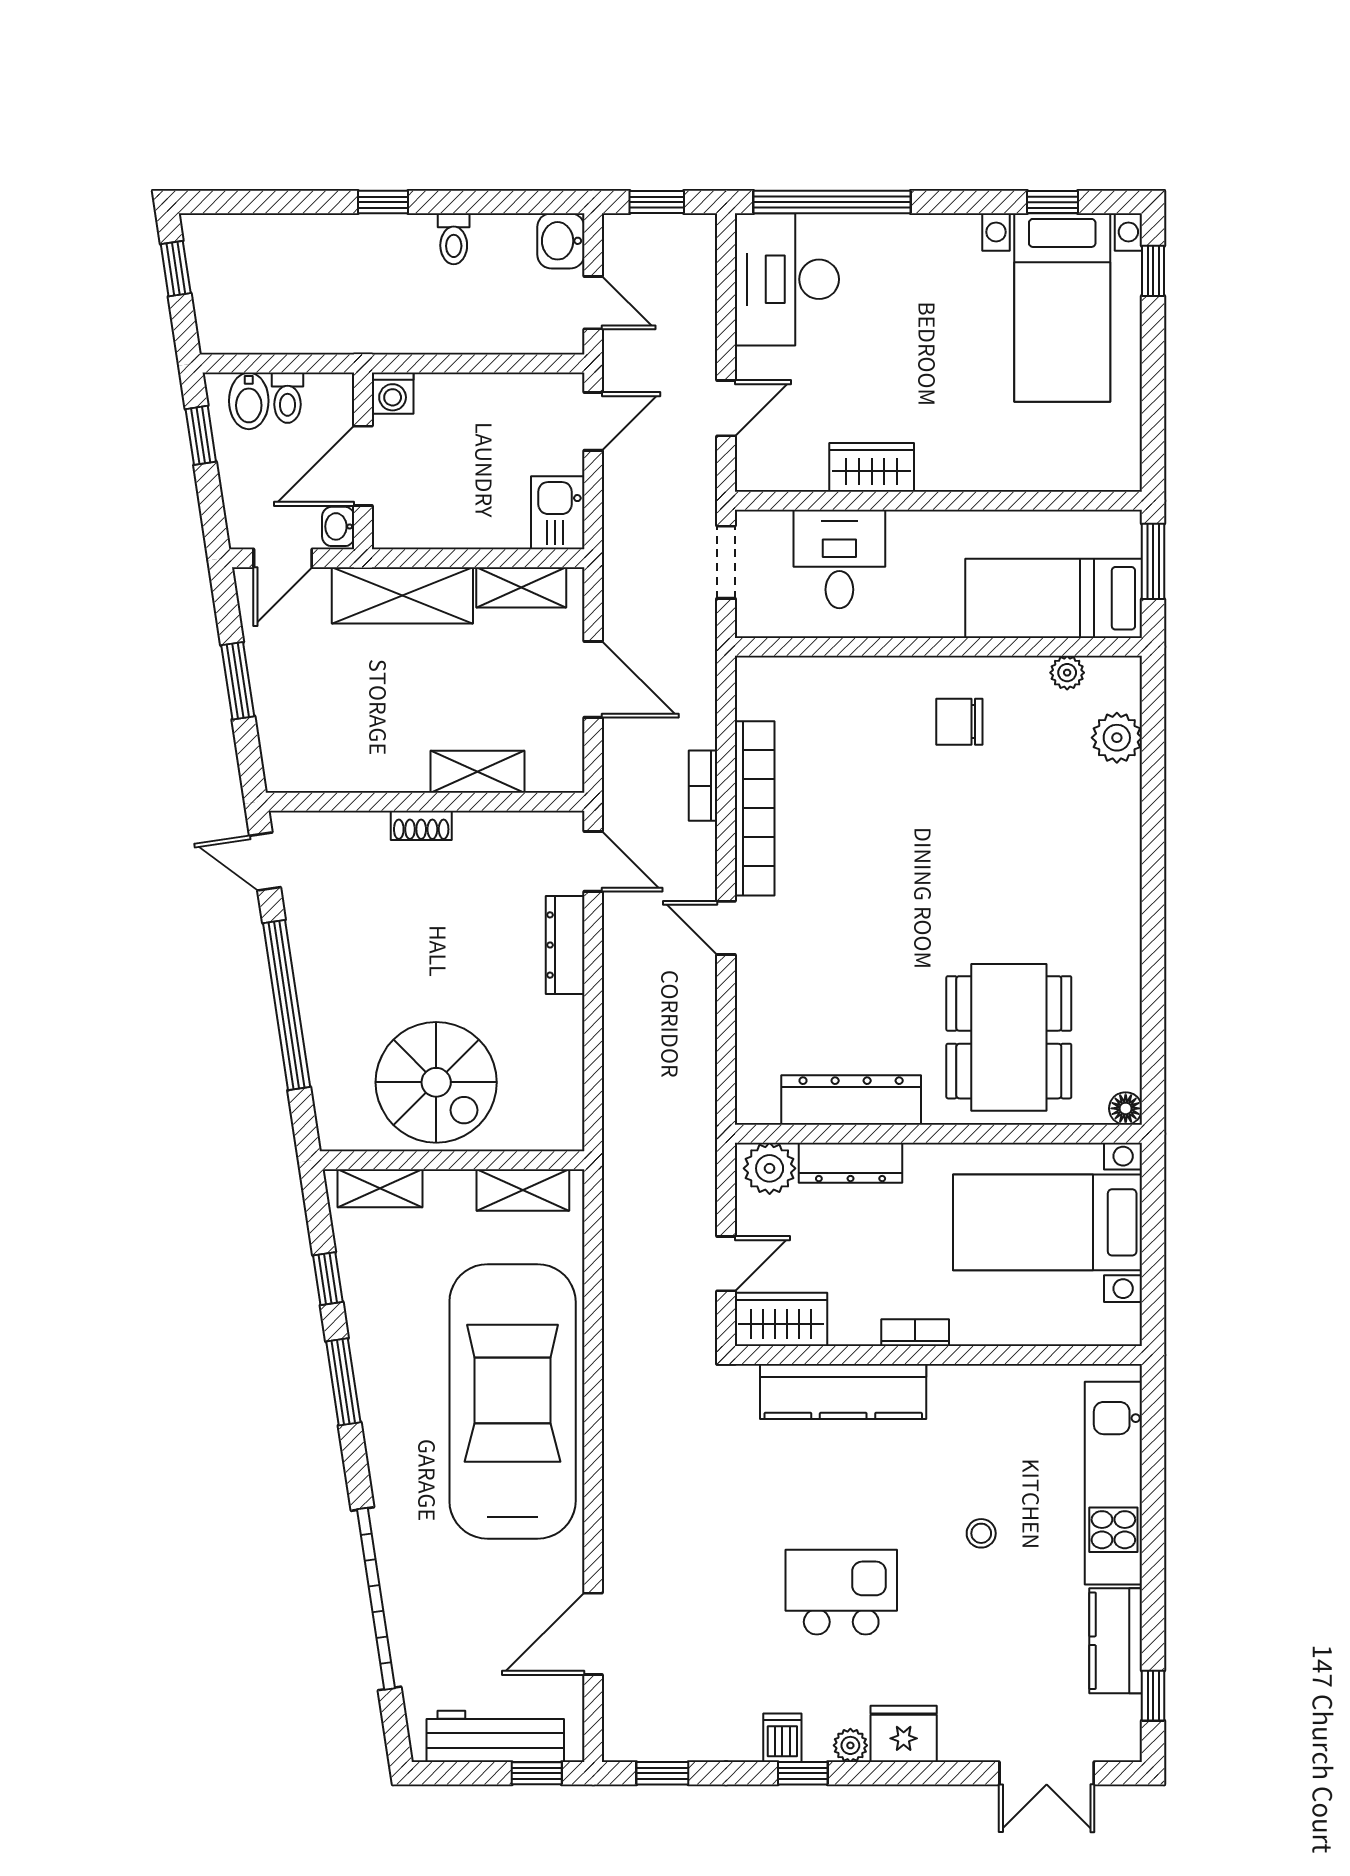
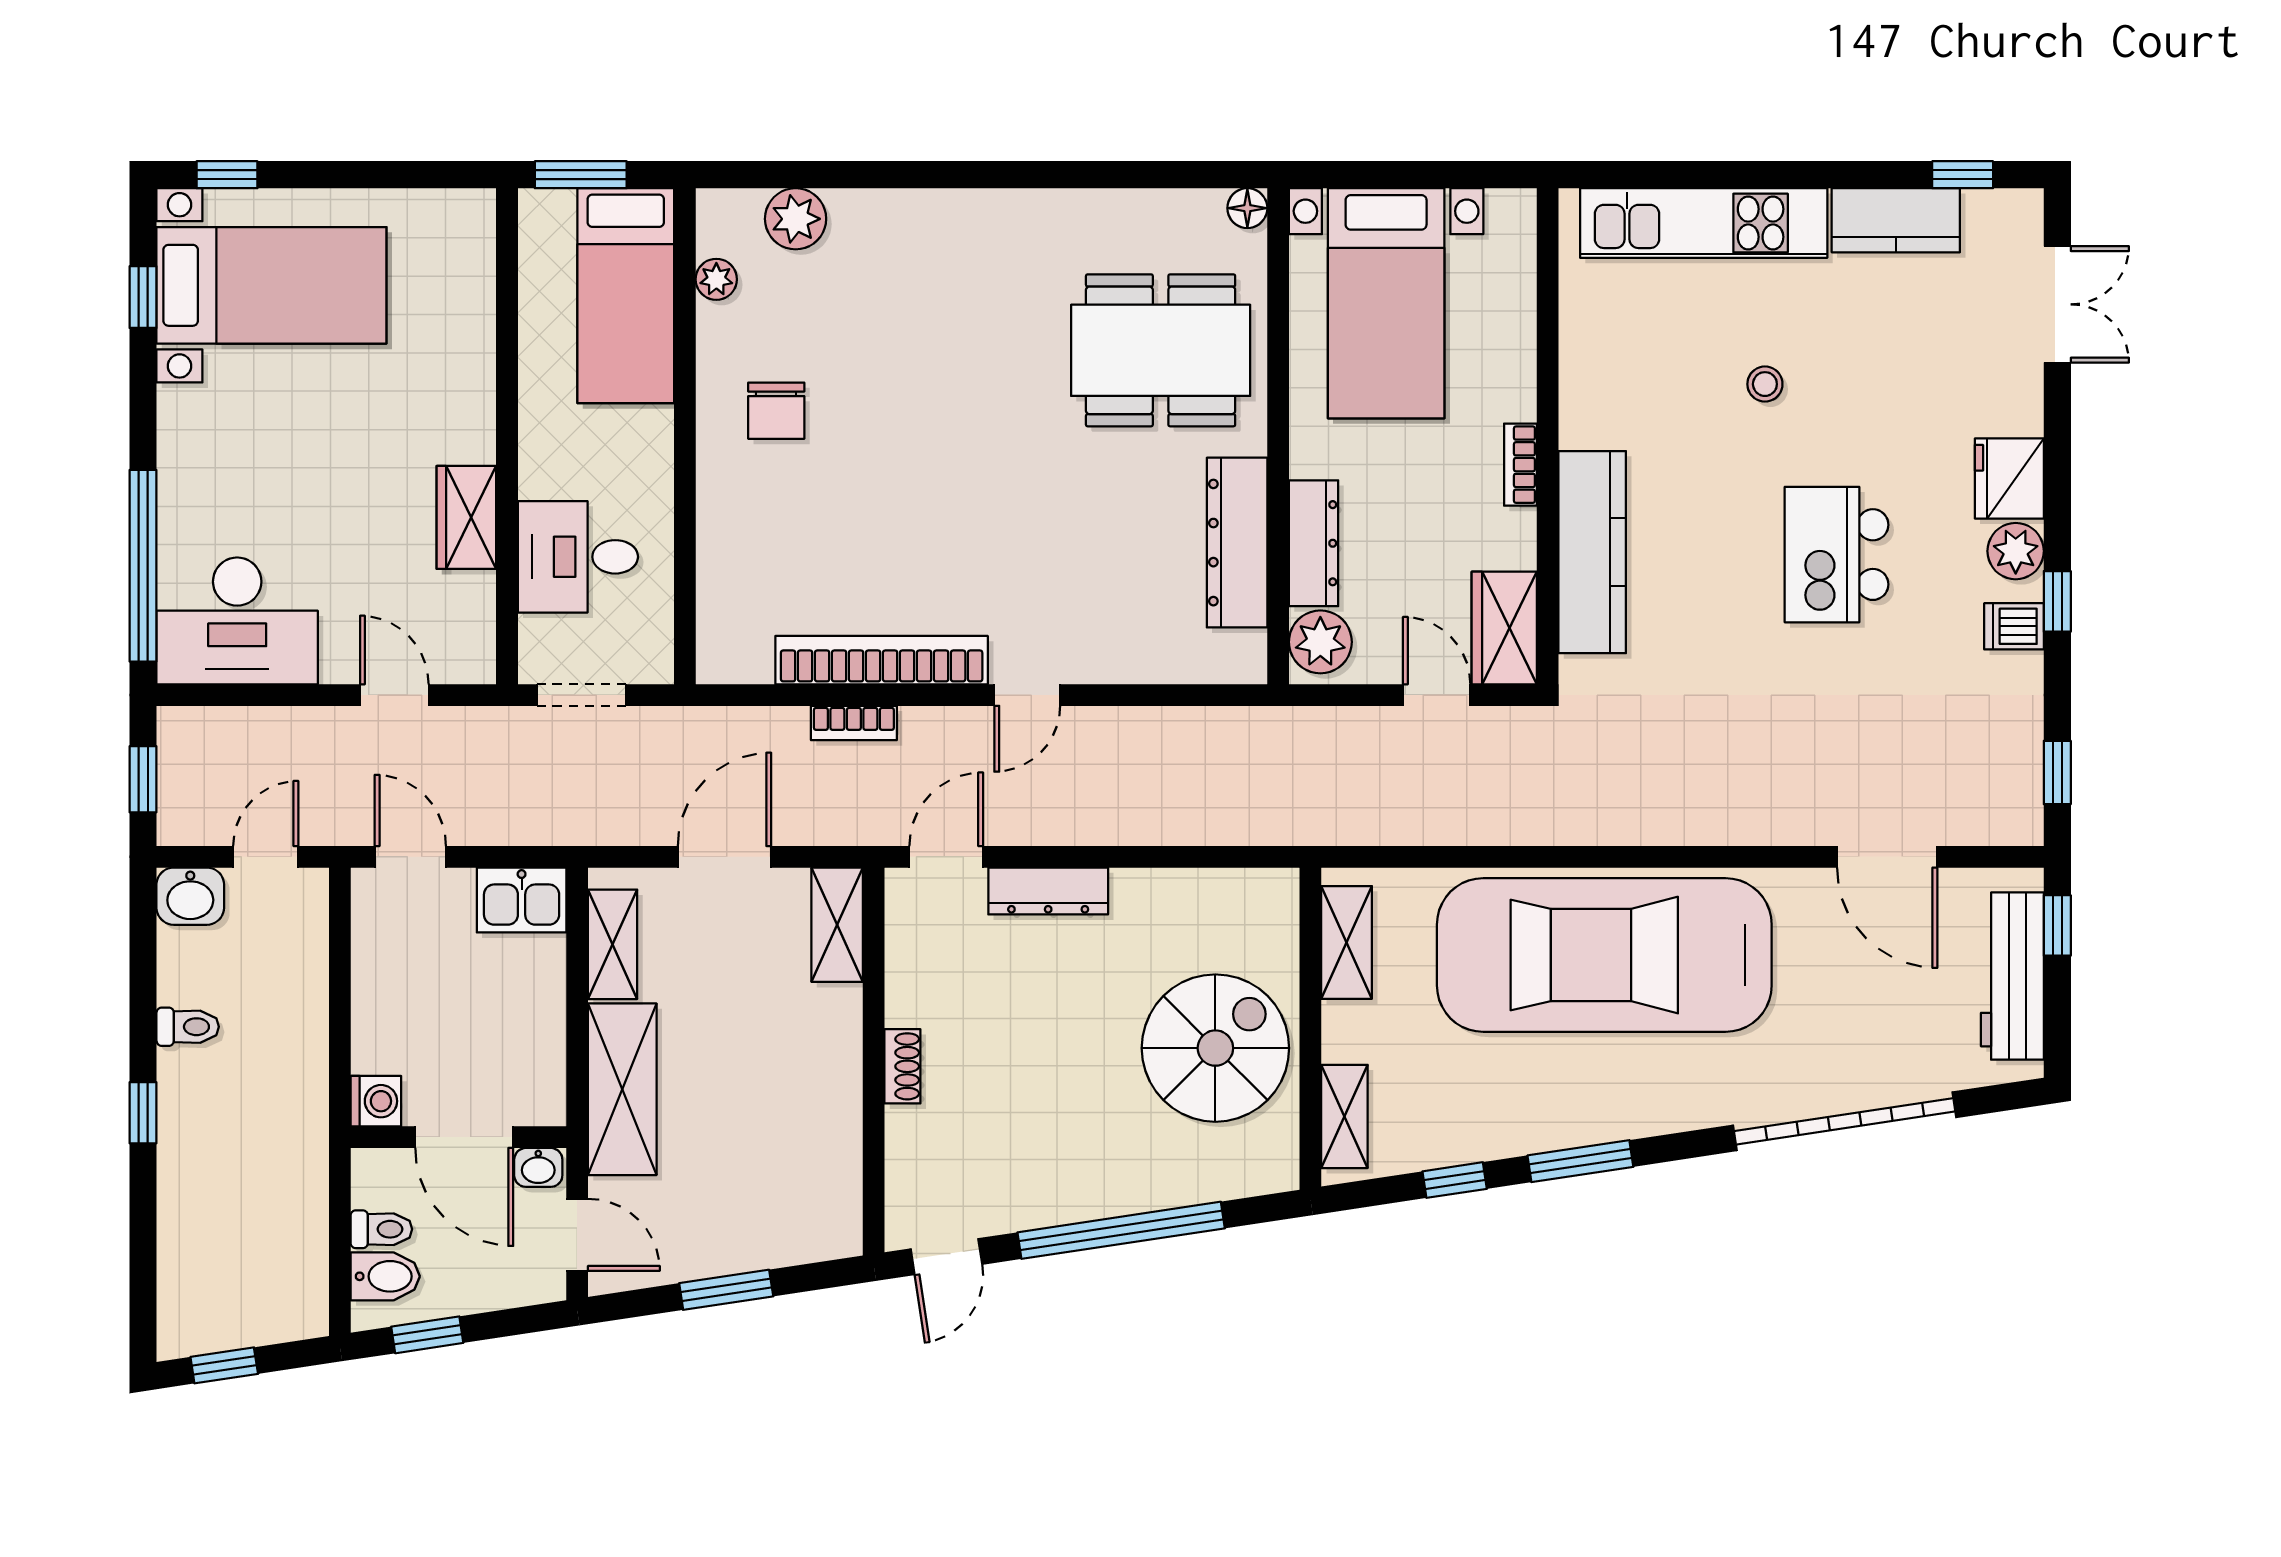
shelving: (478, 772) -> (837, 925), moved
plant: (850, 1745) -> (2016, 551), width x1.38, depth x1.38

